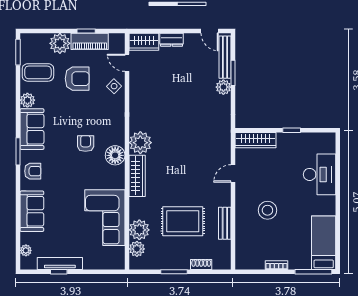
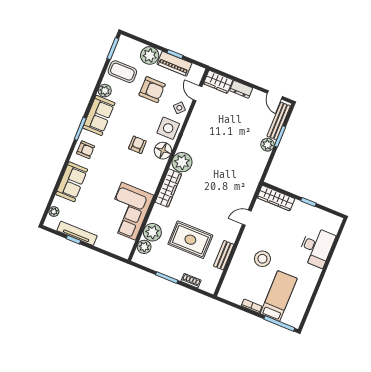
side table: (111, 113) -> (168, 128), added
floor lamp: (115, 155) -> (163, 151), moved
bed: (324, 243) -> (279, 296), moved

